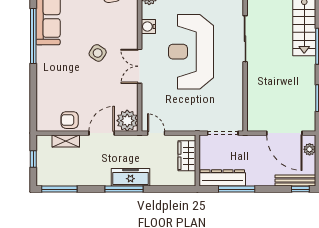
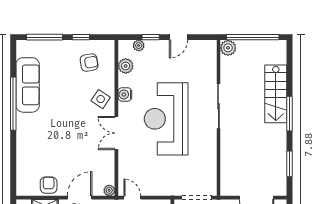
side table: (98, 53) -> (101, 99), moved
armchair: (70, 120) -> (49, 185), turned 90
plant: (127, 121) -> (109, 190), width x0.53, depth x0.53

